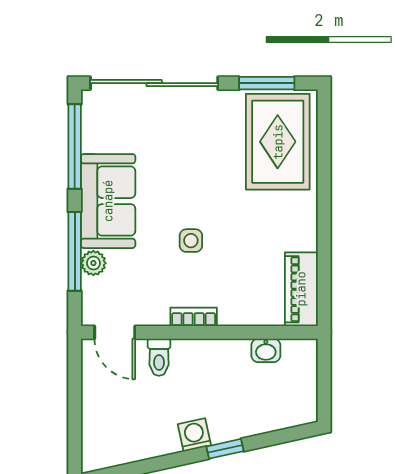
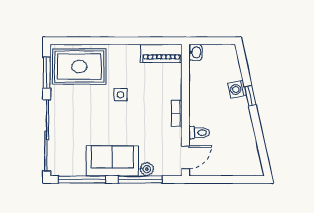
side table: (191, 241) -> (121, 95), moved
washbasin: (266, 350) -> (195, 52), moved
washing machine: (194, 435) -> (237, 89), moved

